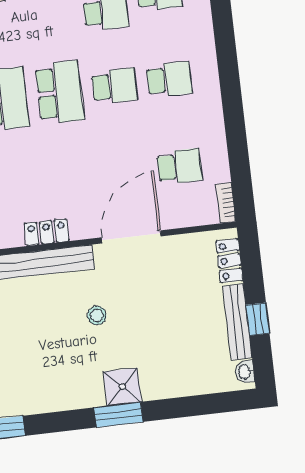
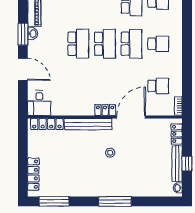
school desk: (115, 86) -> (132, 44), width x1.85
locker: (47, 232) -> (105, 110), moved
shower: (122, 387) -> (118, 188), removed
window: (118, 415) -> (115, 201), width x1.44

